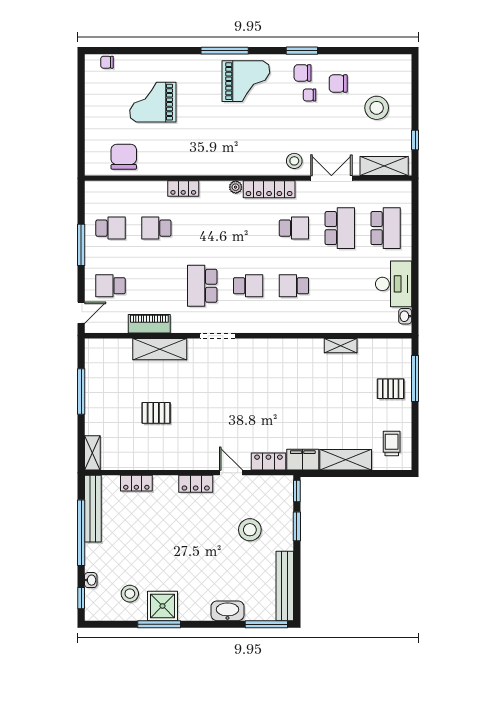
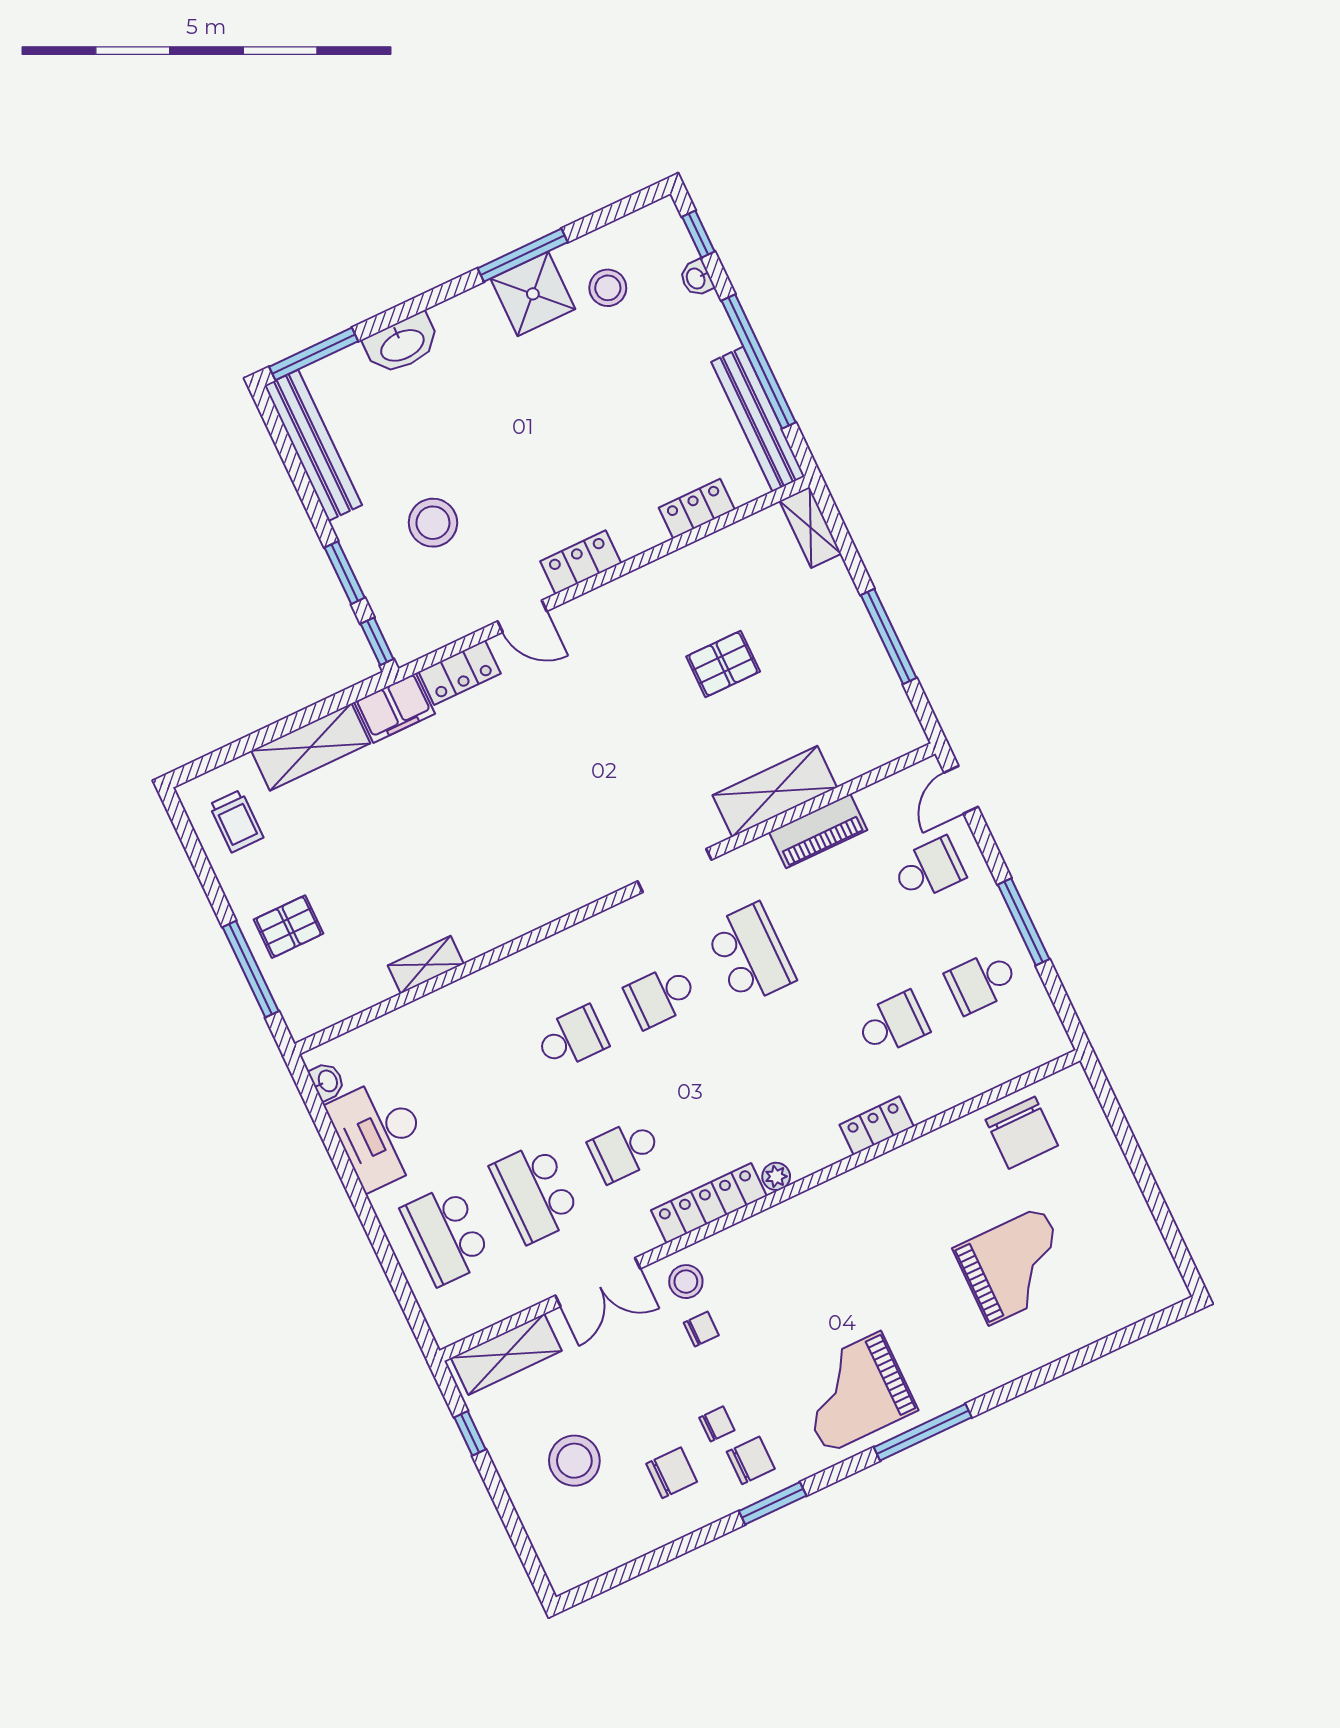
chair: (107, 62) -> (701, 1329), moved

